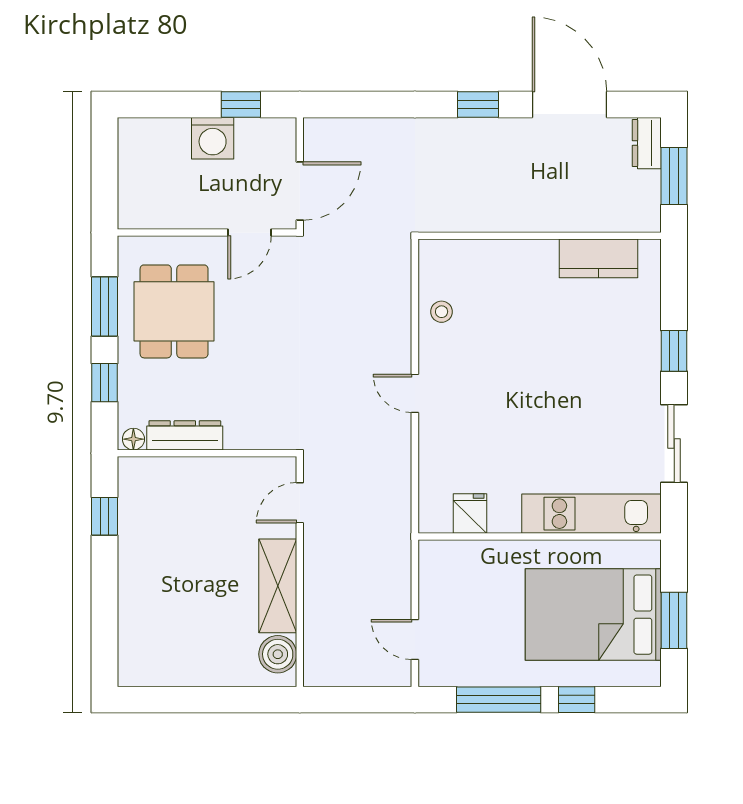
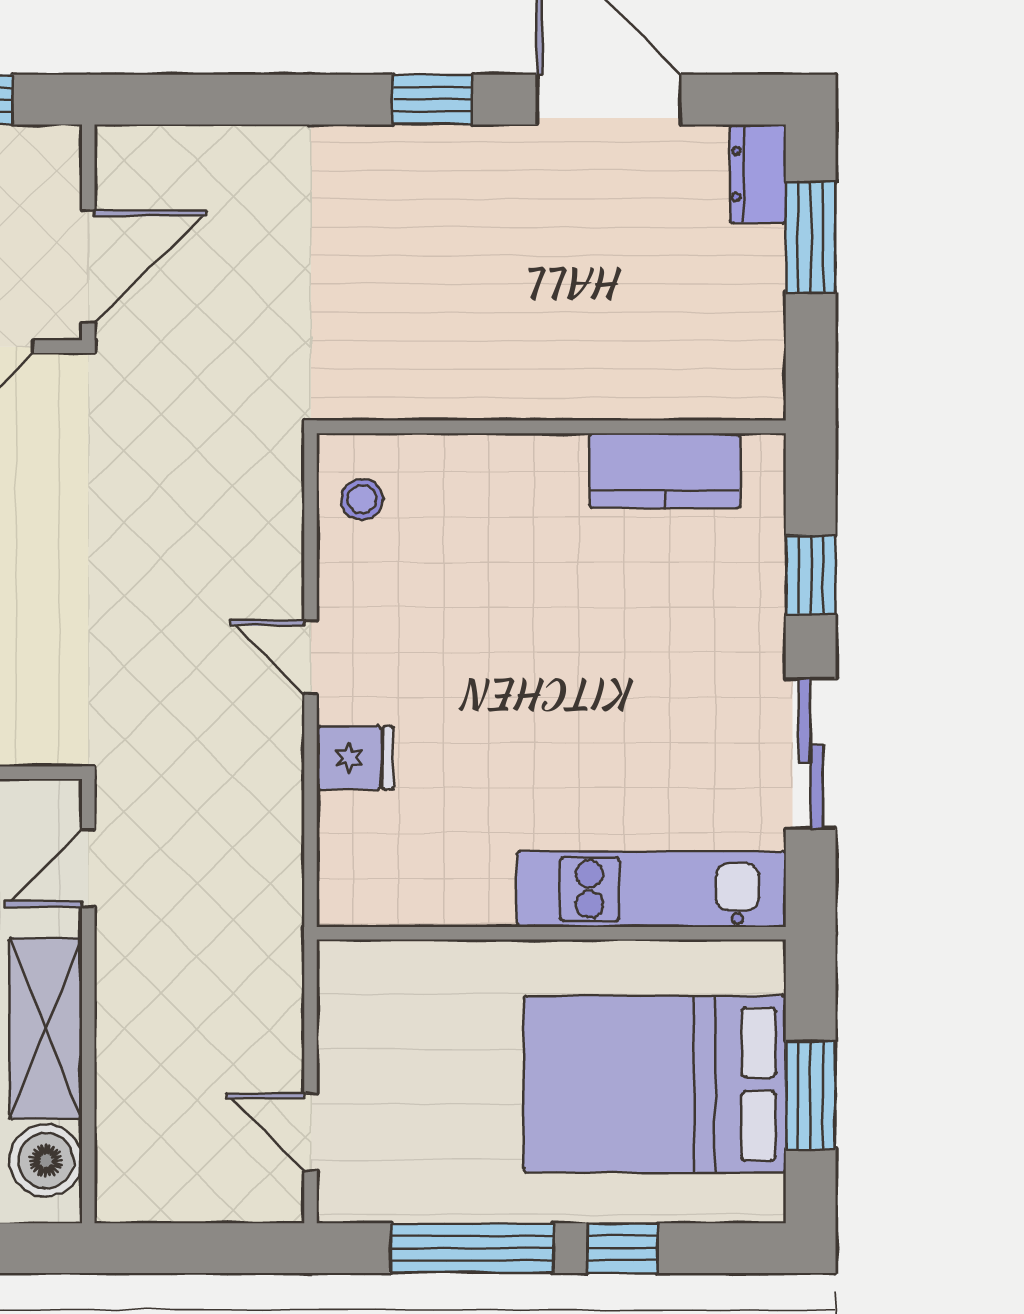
wall: (540, 236) -> (551, 427), moved
kitchen counter: (598, 258) -> (665, 471), moved
fridge: (470, 513) -> (355, 758), moved, turned 90

